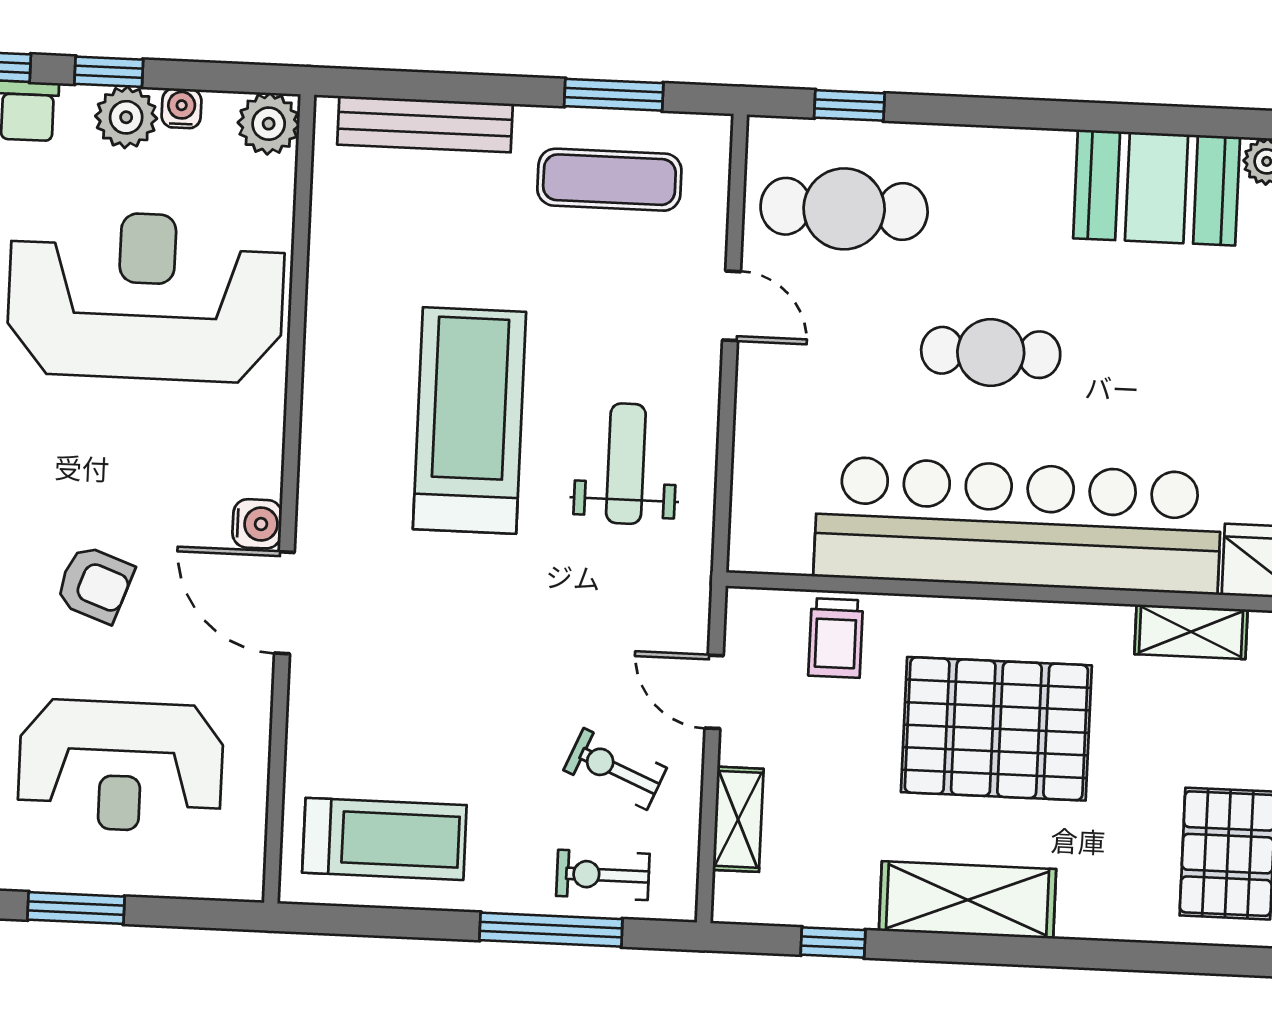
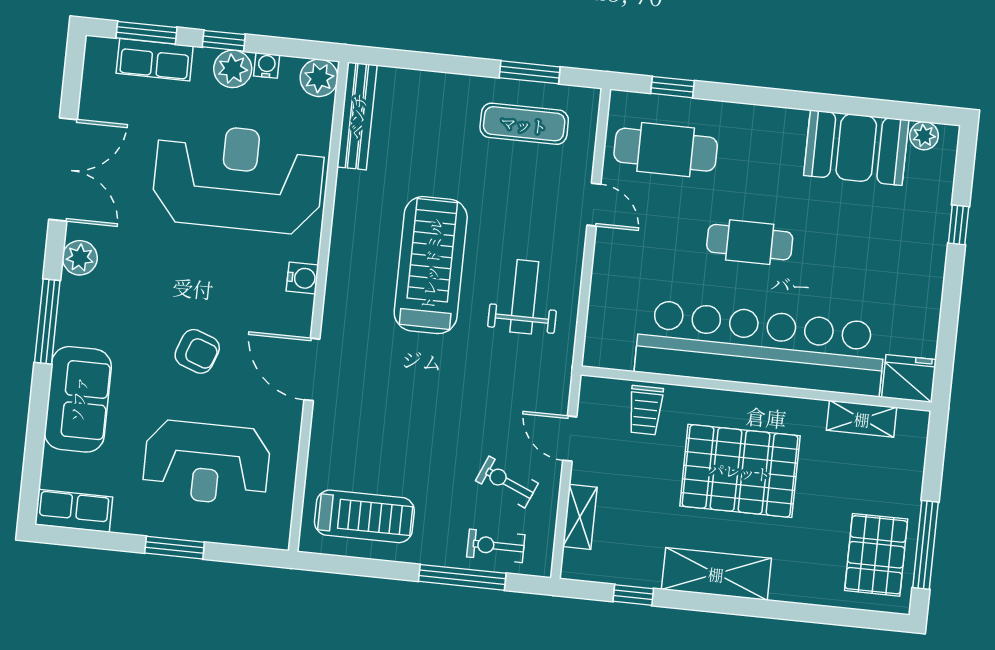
bench: (425, 124) -> (357, 116), moved, turned 90
water cooler: (257, 524) -> (302, 278), moved

